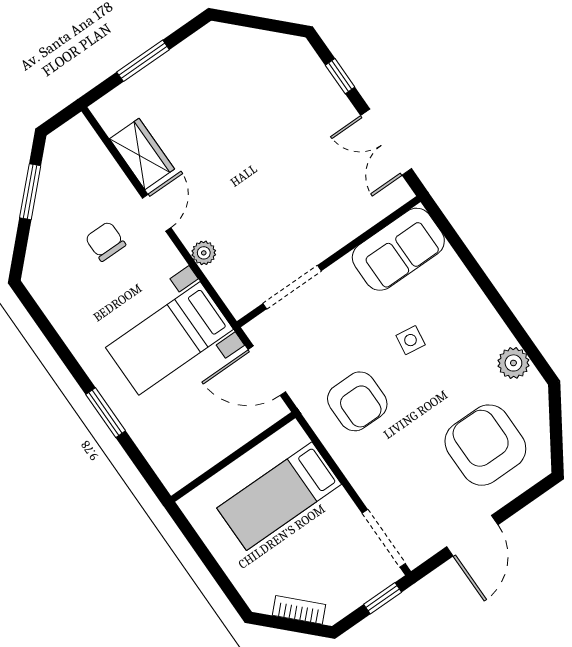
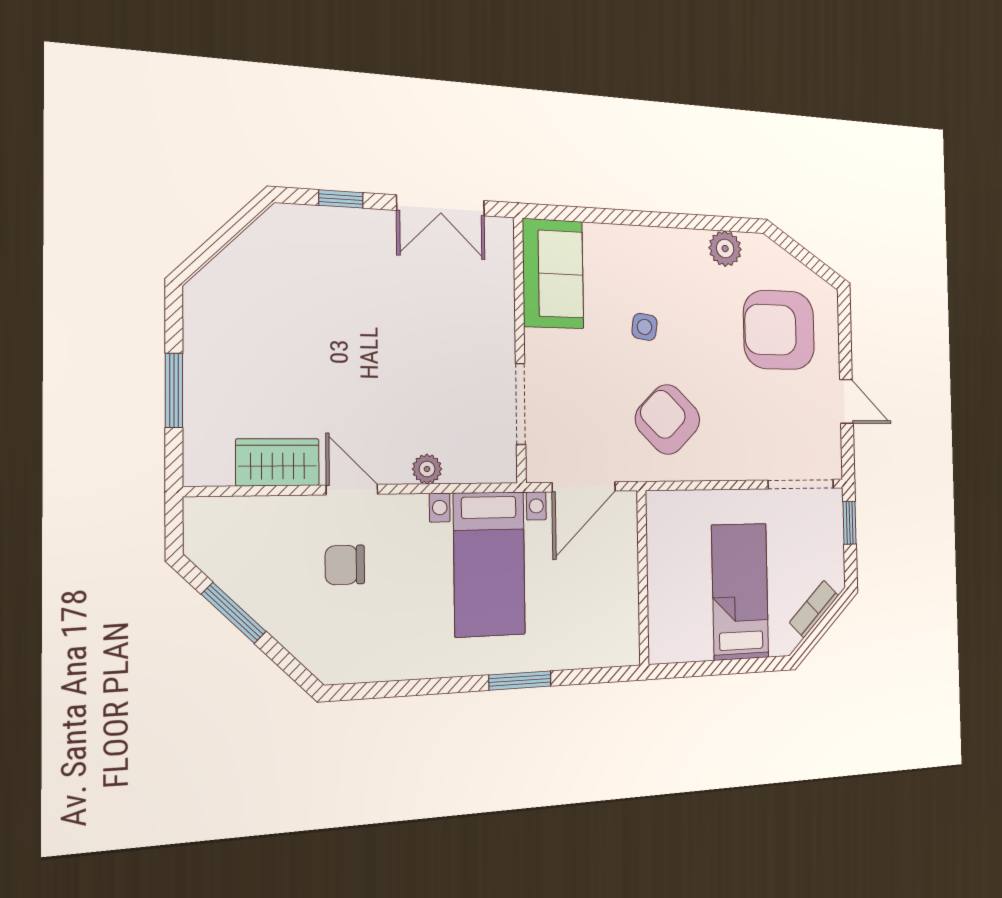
armchair: (357, 401) -> (668, 419), turned -135
bed: (279, 496) -> (740, 591), moved, turned 180
door: (472, 536) -> (846, 401), width x0.73

